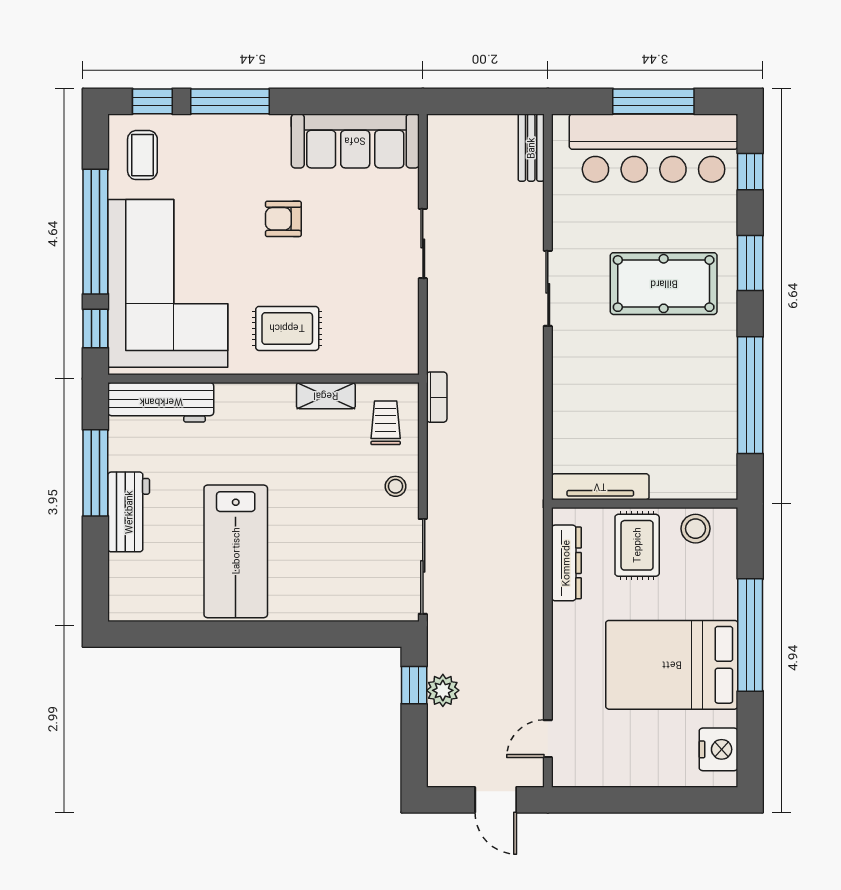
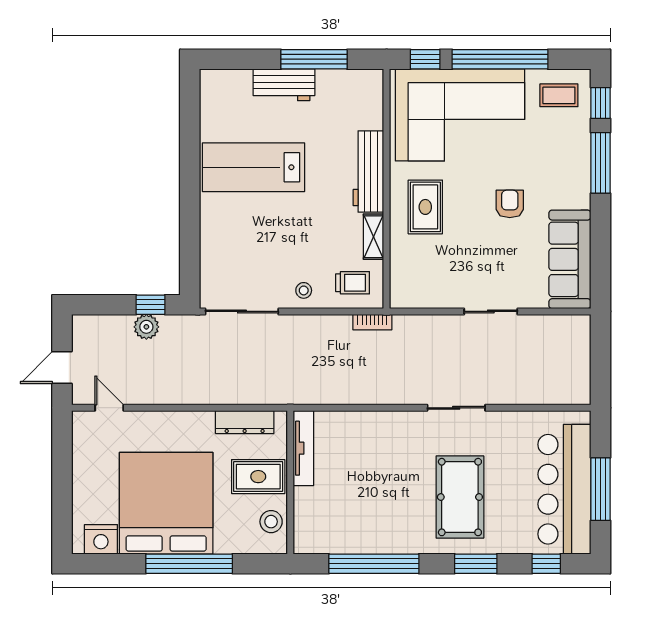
bench: (531, 148) -> (565, 395), removed
workbench: (161, 402) -> (368, 171), moved
bed: (672, 665) -> (166, 503), width x1.36

